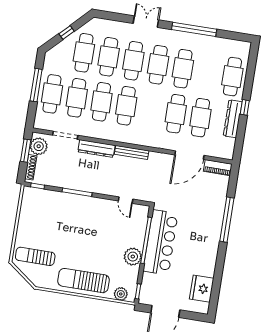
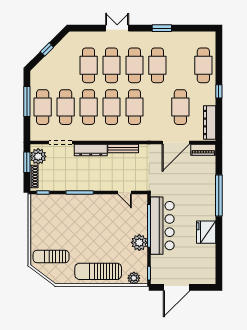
window: (194, 29) -> (162, 28), width x0.47
cafe table: (84, 53) -> (66, 65), removed
cafe table: (176, 114) -> (134, 107), moved
dresser: (233, 119) -> (210, 123), moved
fridge: (202, 289) -> (206, 232), moved

